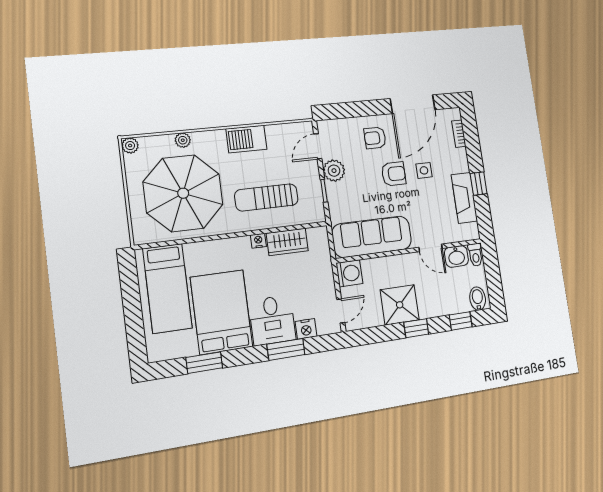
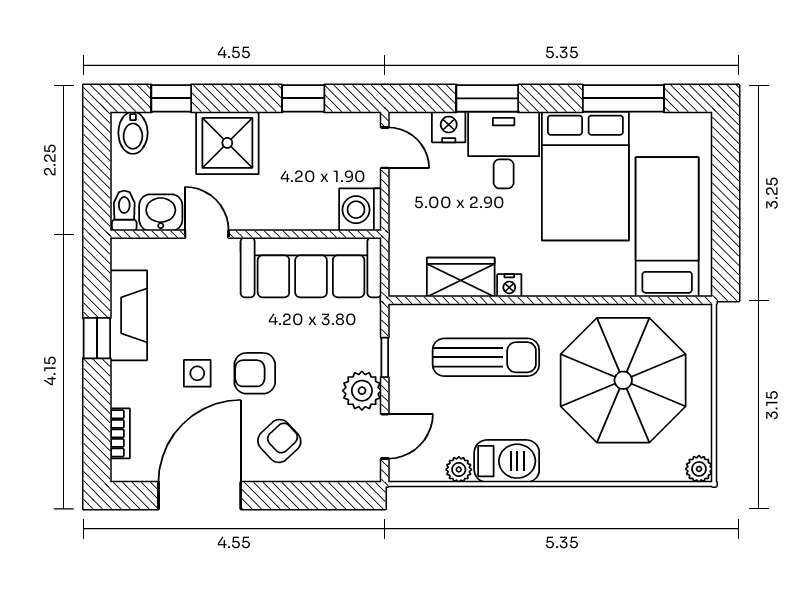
armchair: (375, 138) -> (279, 441), turned -43
plant: (183, 140) -> (459, 470), moved
shower: (400, 305) -> (227, 143), moved
door: (341, 311) -> (385, 148), swing flipped
window: (416, 328) -> (303, 98), moved
window: (204, 363) -> (623, 98), width x1.44

